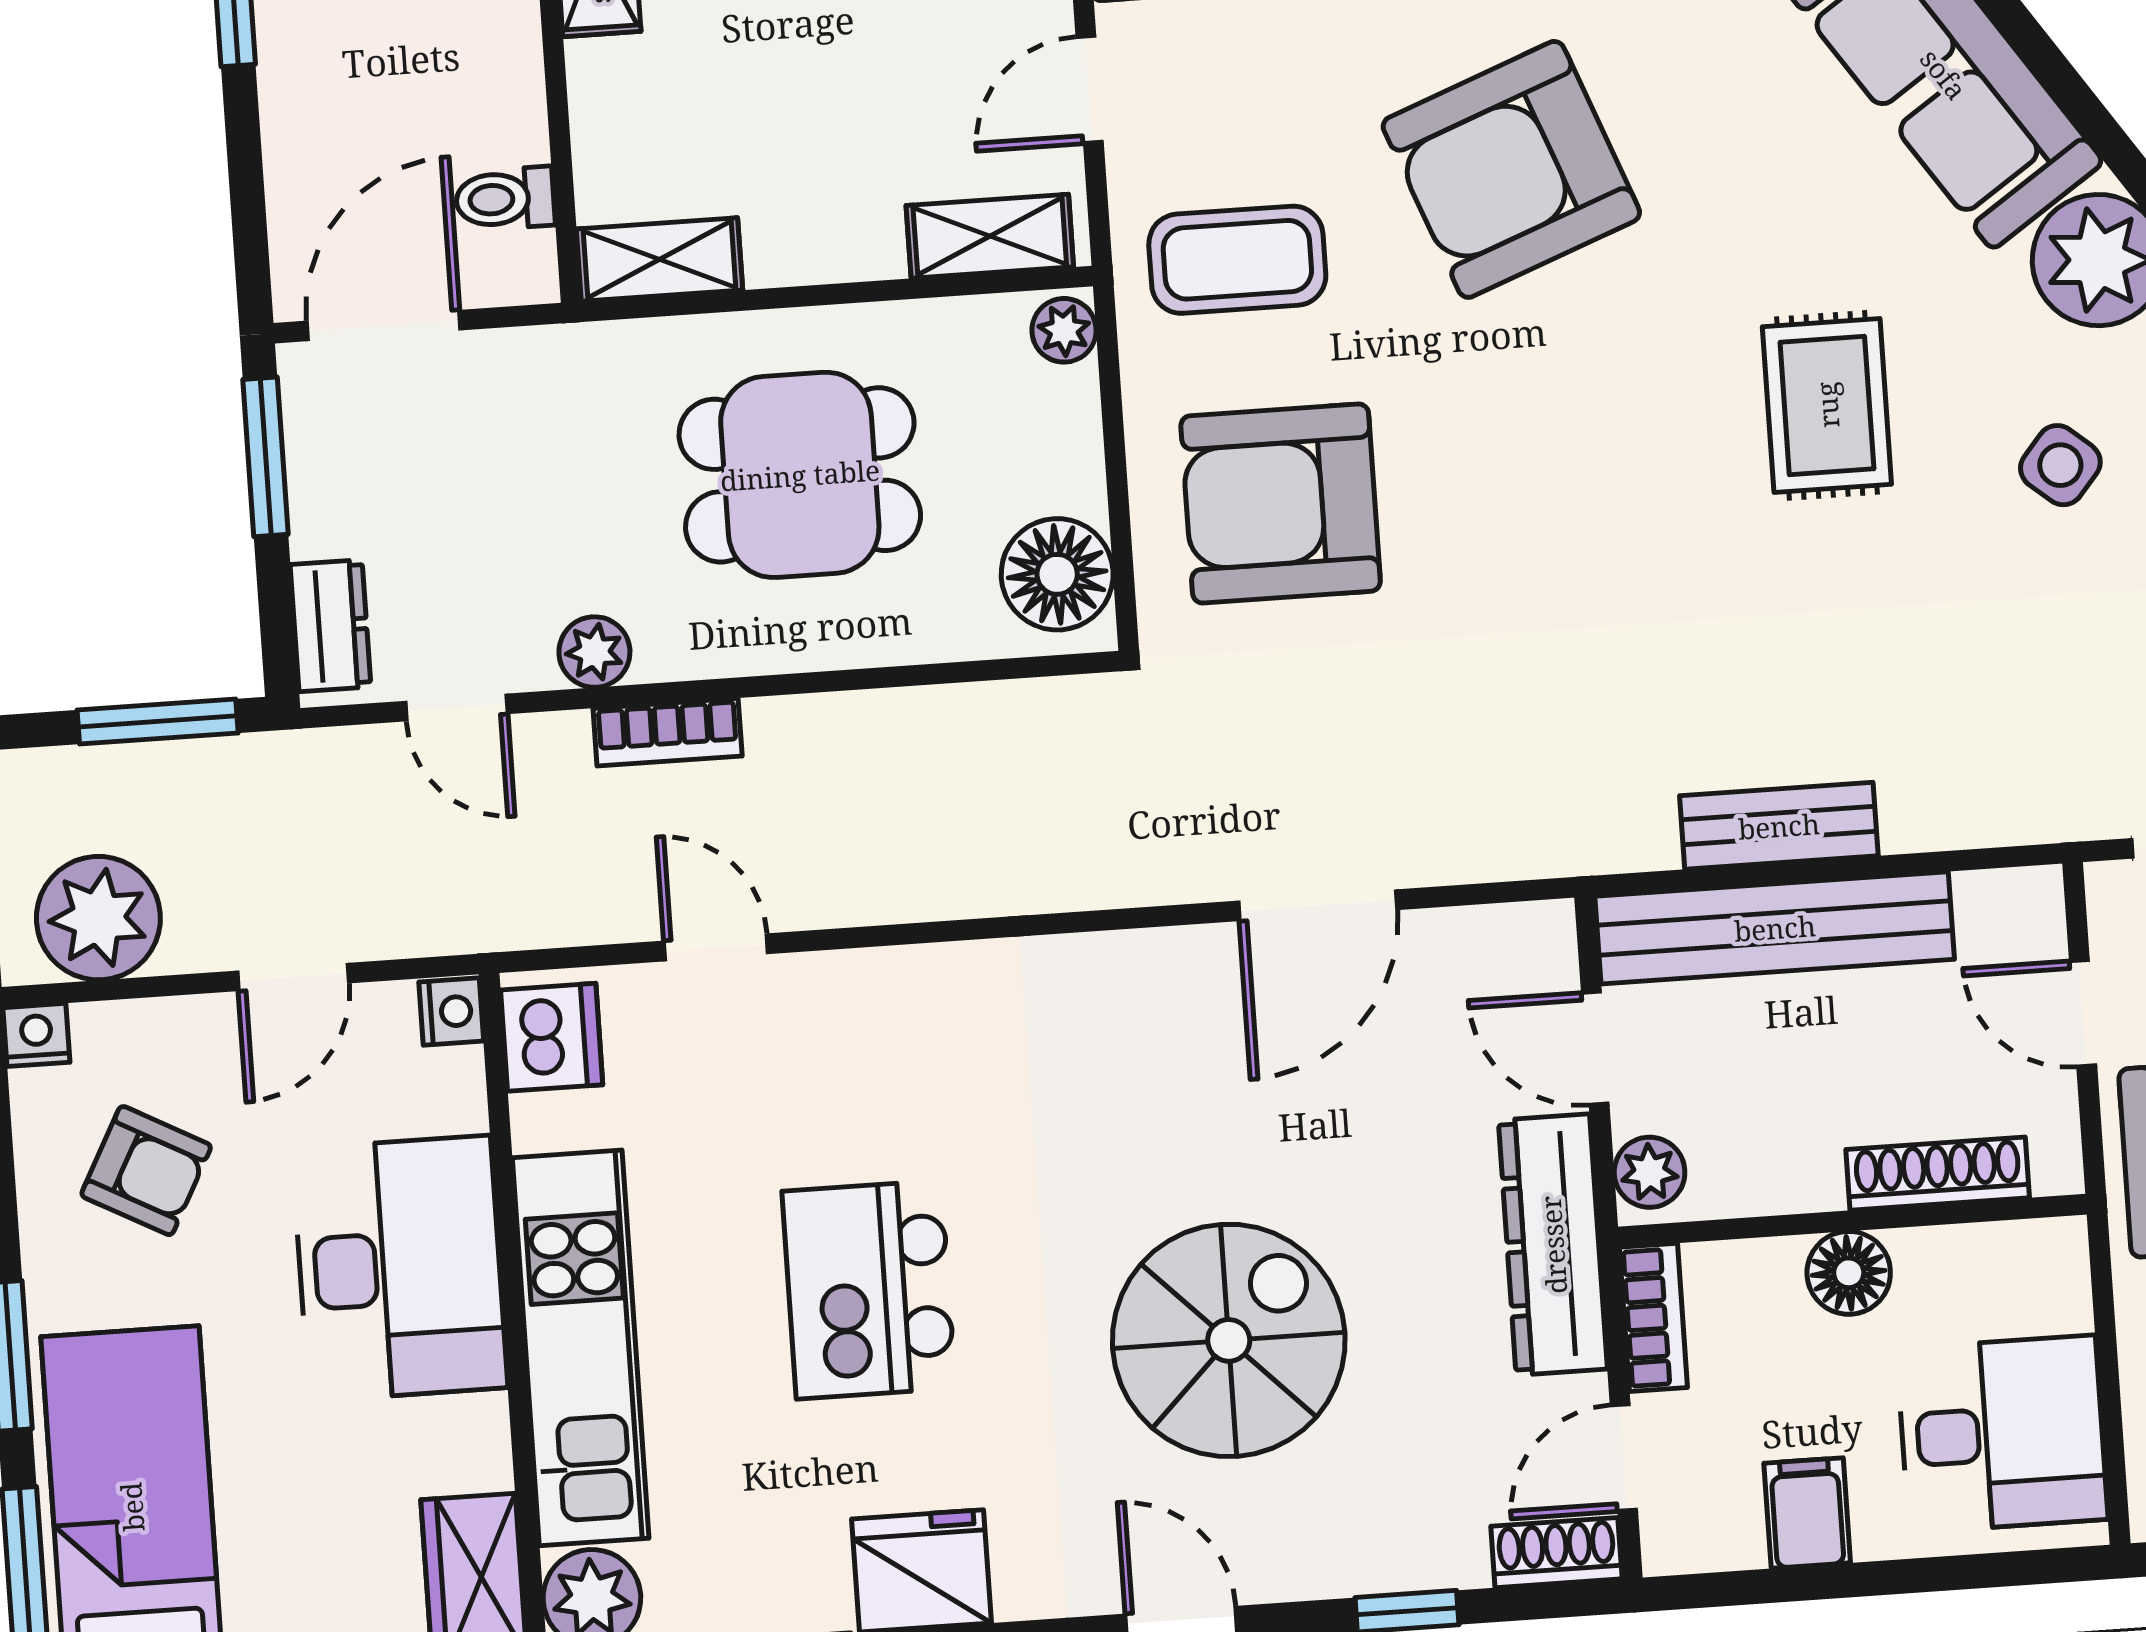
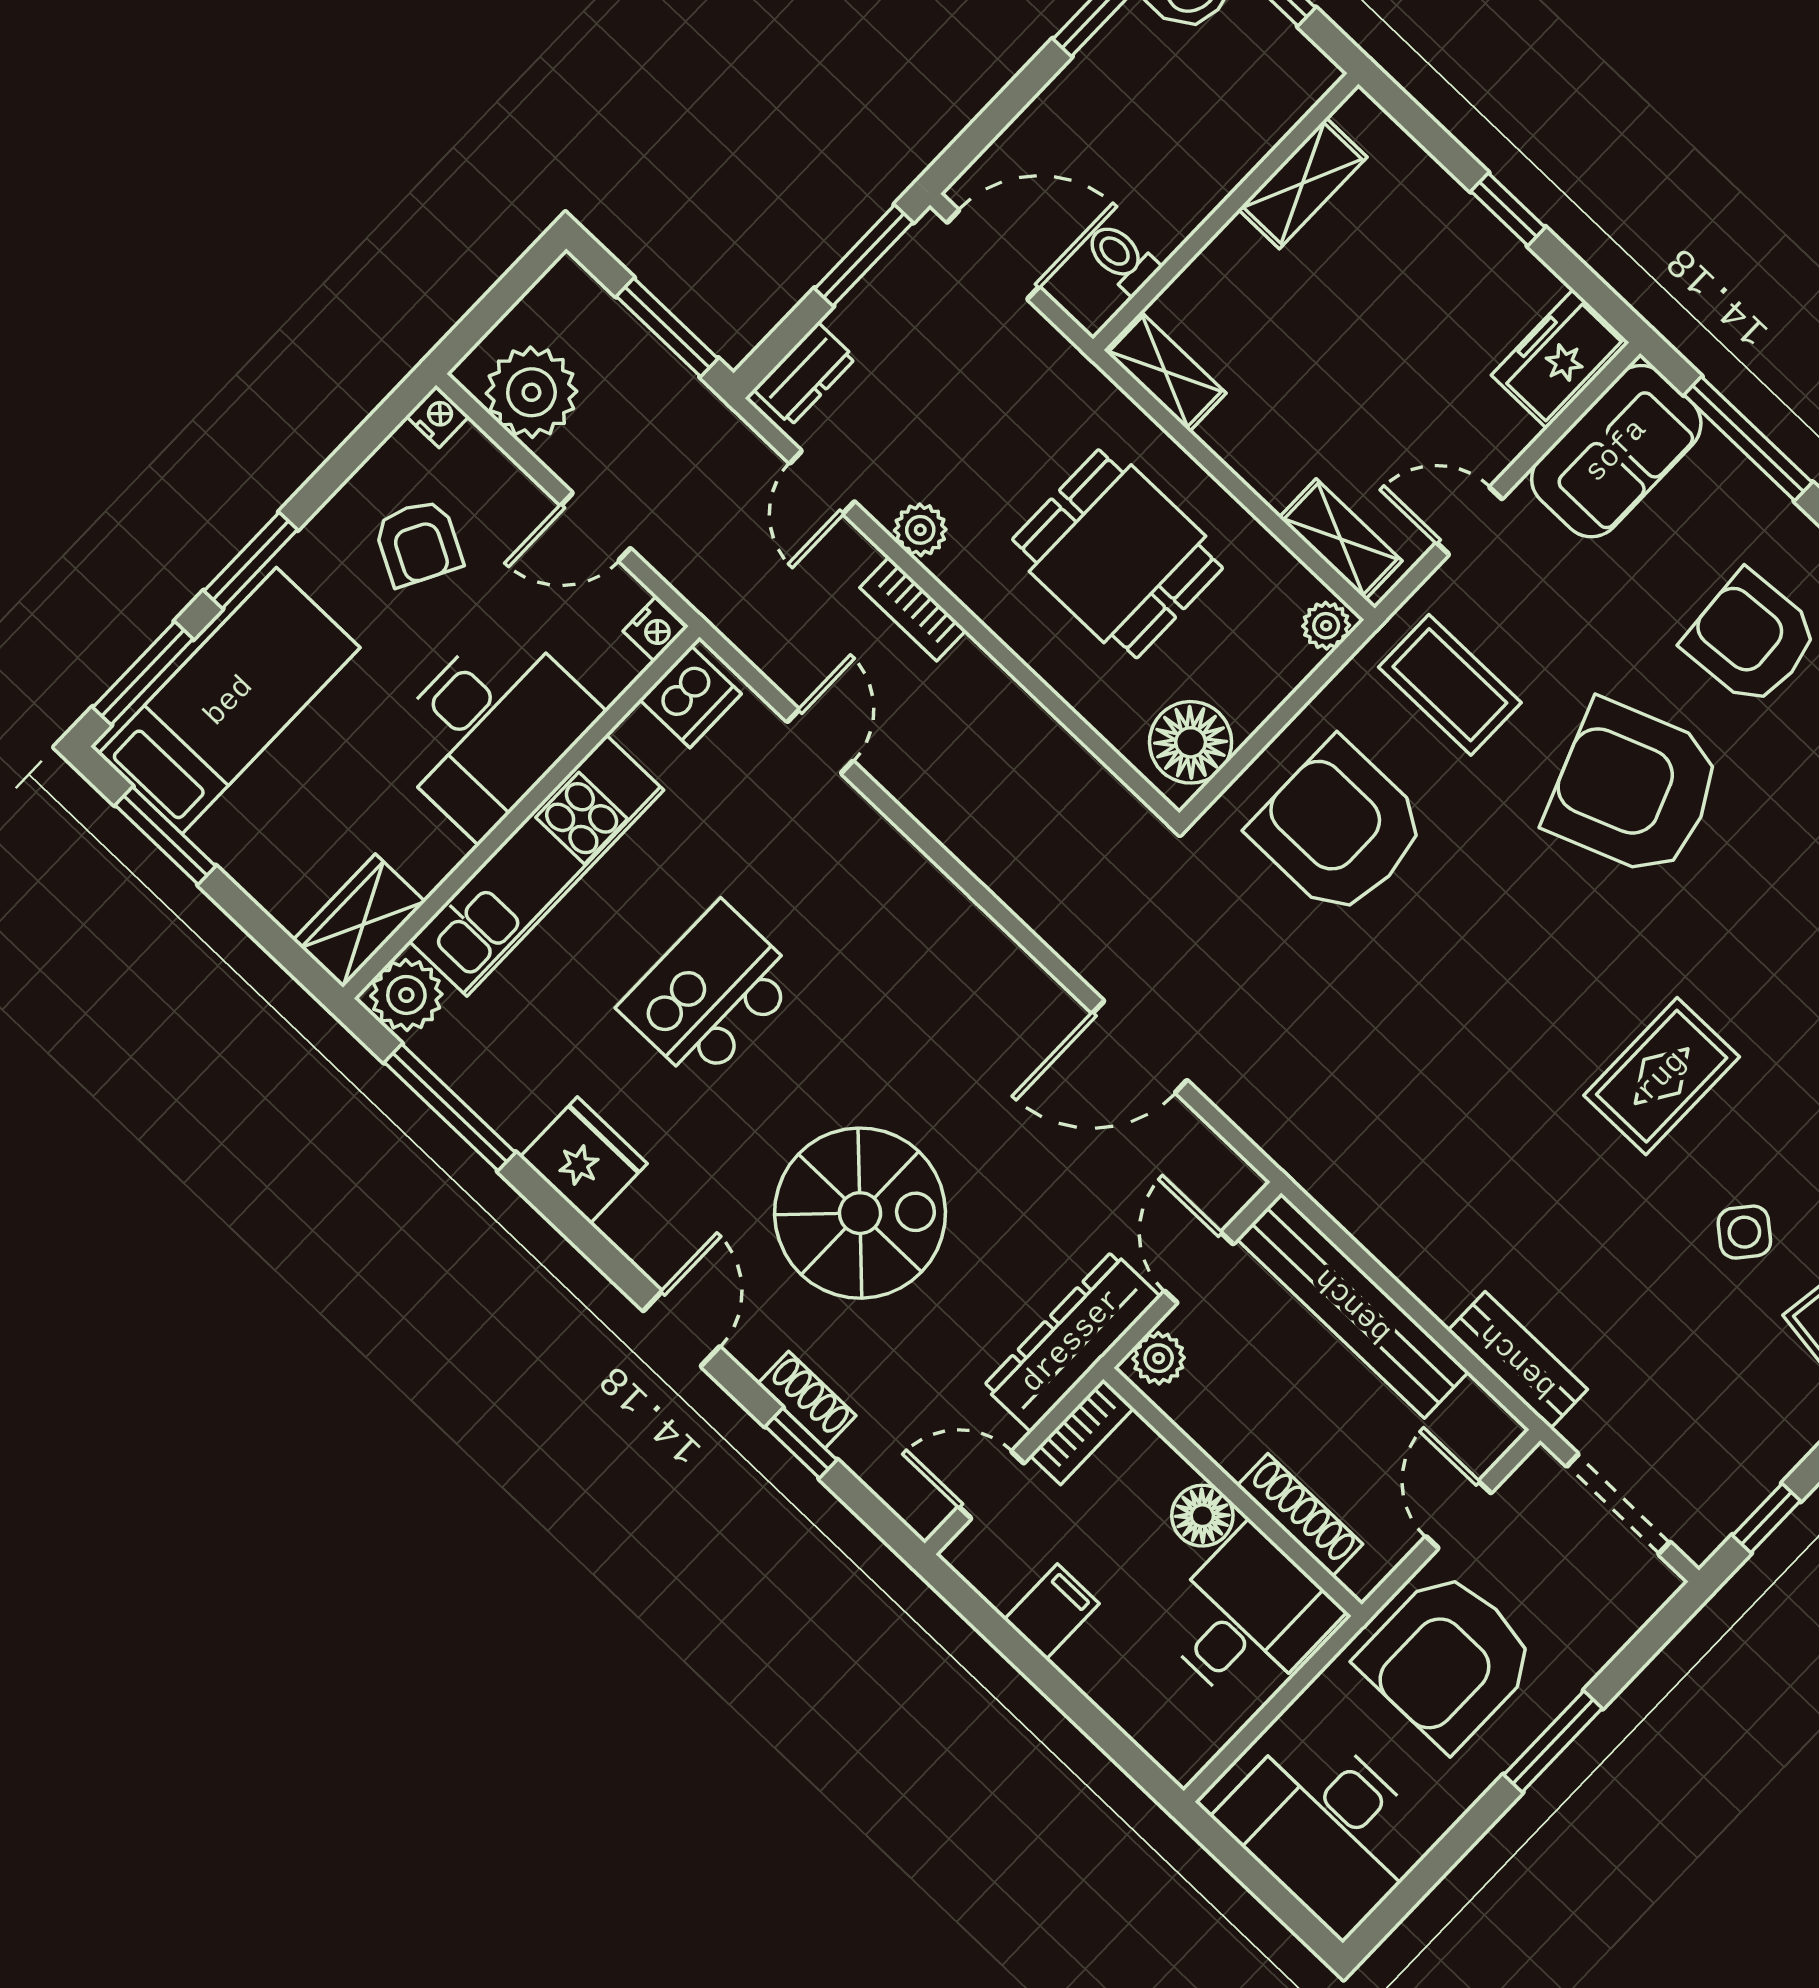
bench: (1779, 826) -> (1518, 1360), moved
desk: (2002, 1434) -> (1248, 1618), moved, turned -90
shoe rack: (1556, 1553) -> (807, 1400), moved

